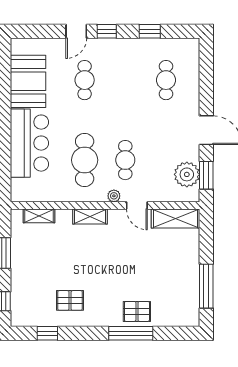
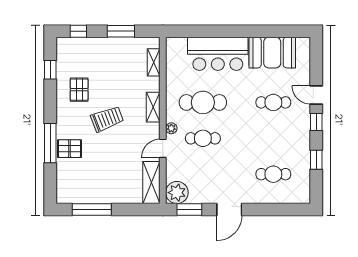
plant: (187, 174) -> (177, 193), moved
trolley: (103, 269) -> (107, 119), added
pallet: (137, 311) -> (69, 149), turned 90

